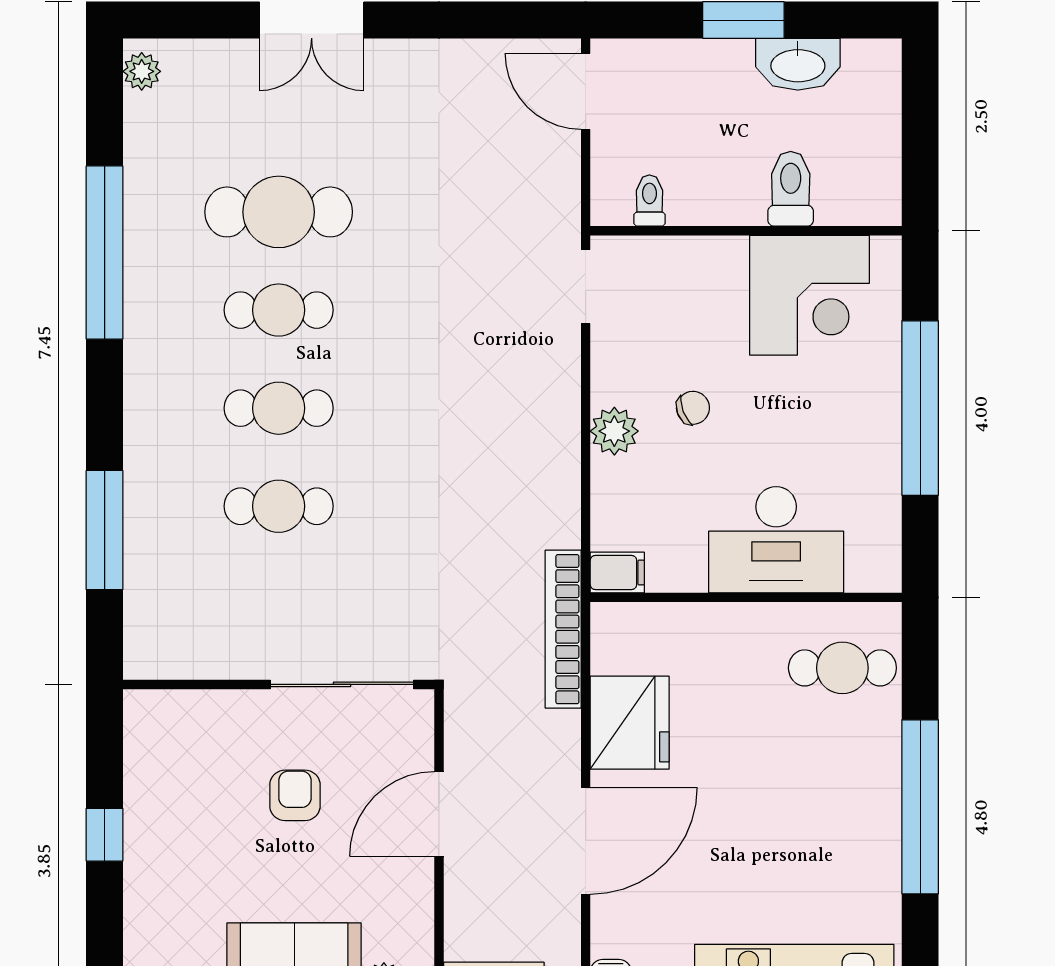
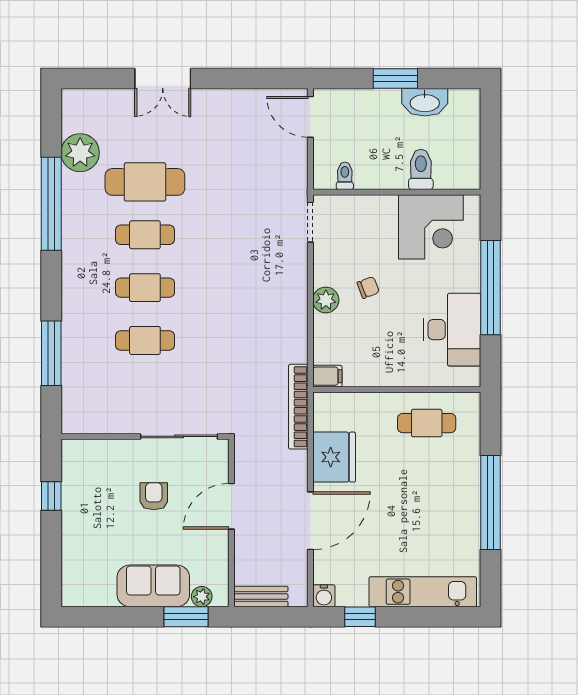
plant: (142, 71) -> (80, 153), moved, width x1.87, depth x1.87
desk: (776, 540) -> (452, 330), moved, turned -90
cafe table: (842, 668) -> (427, 423), moved
window: (105, 835) -> (51, 496), moved

